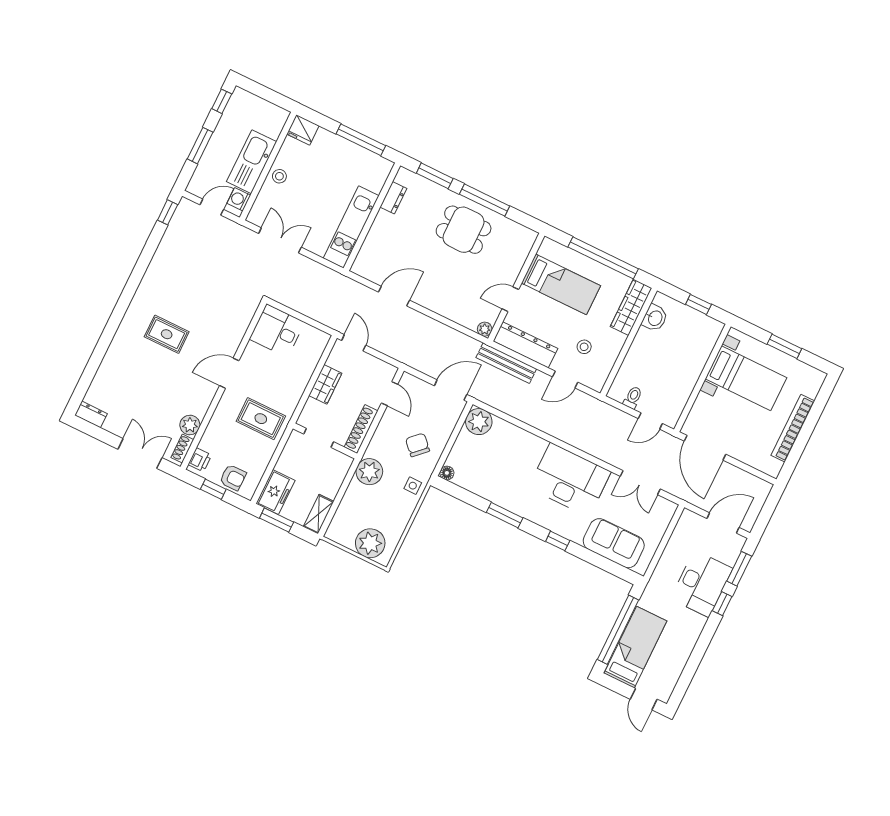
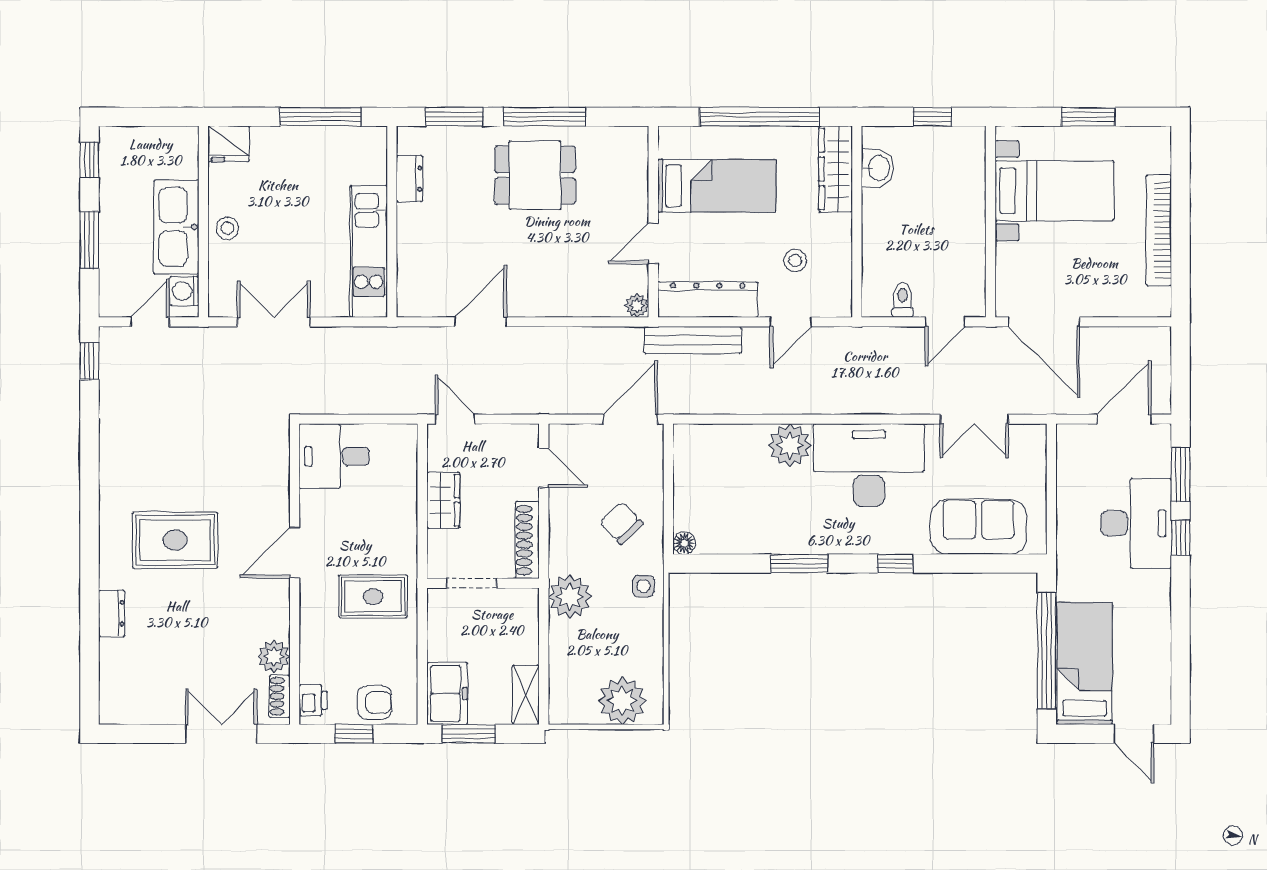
rug: (167, 334) -> (175, 540), width x1.36, depth x1.43
dresser: (91, 414) -> (112, 613), moved, turned 90
plant: (479, 422) -> (790, 445), moved

